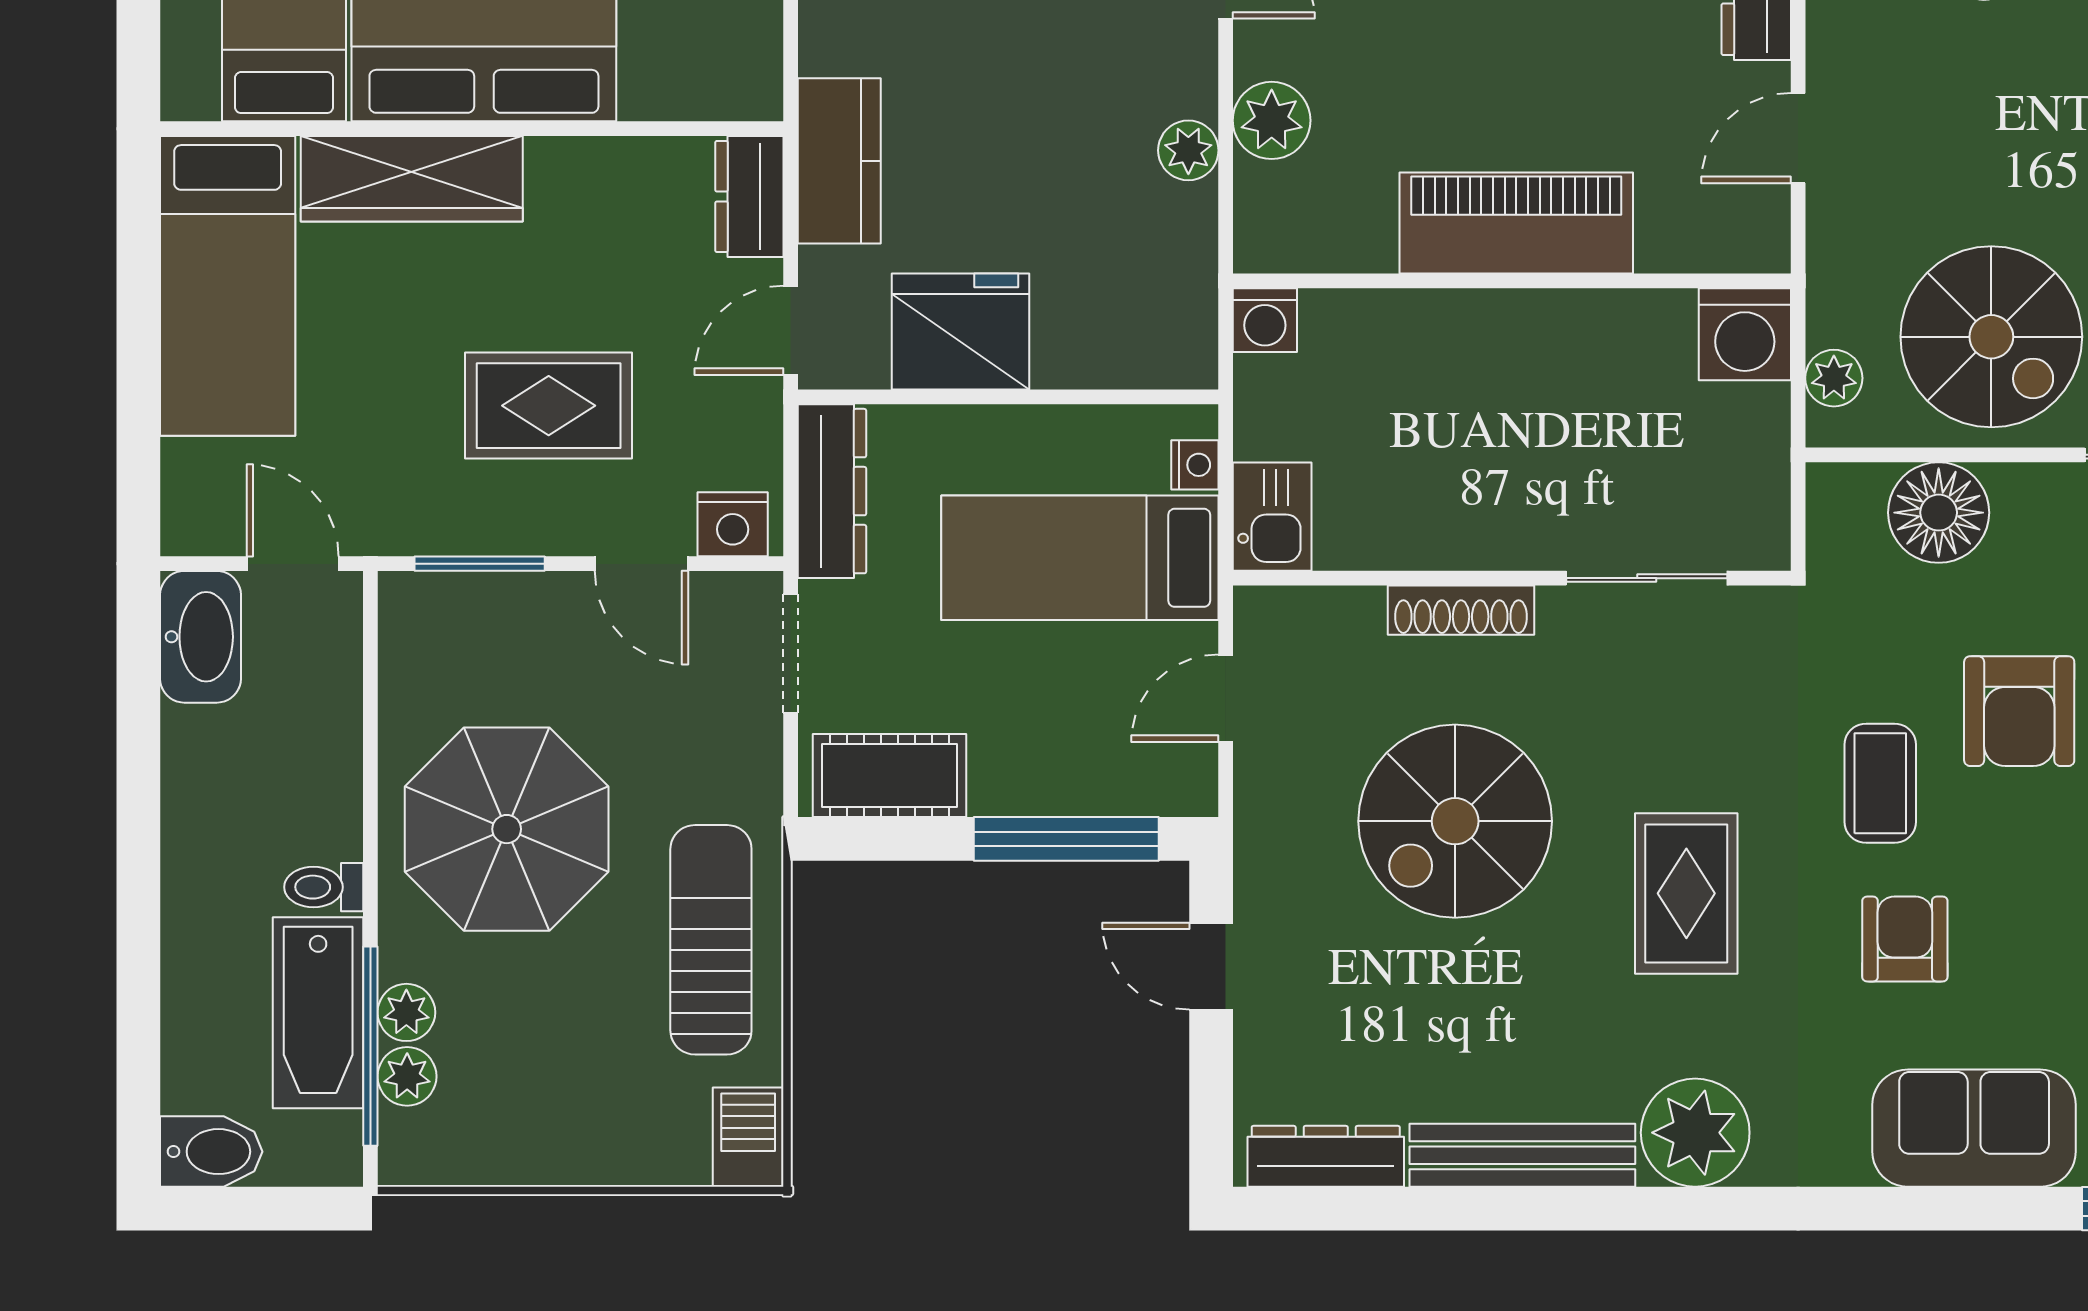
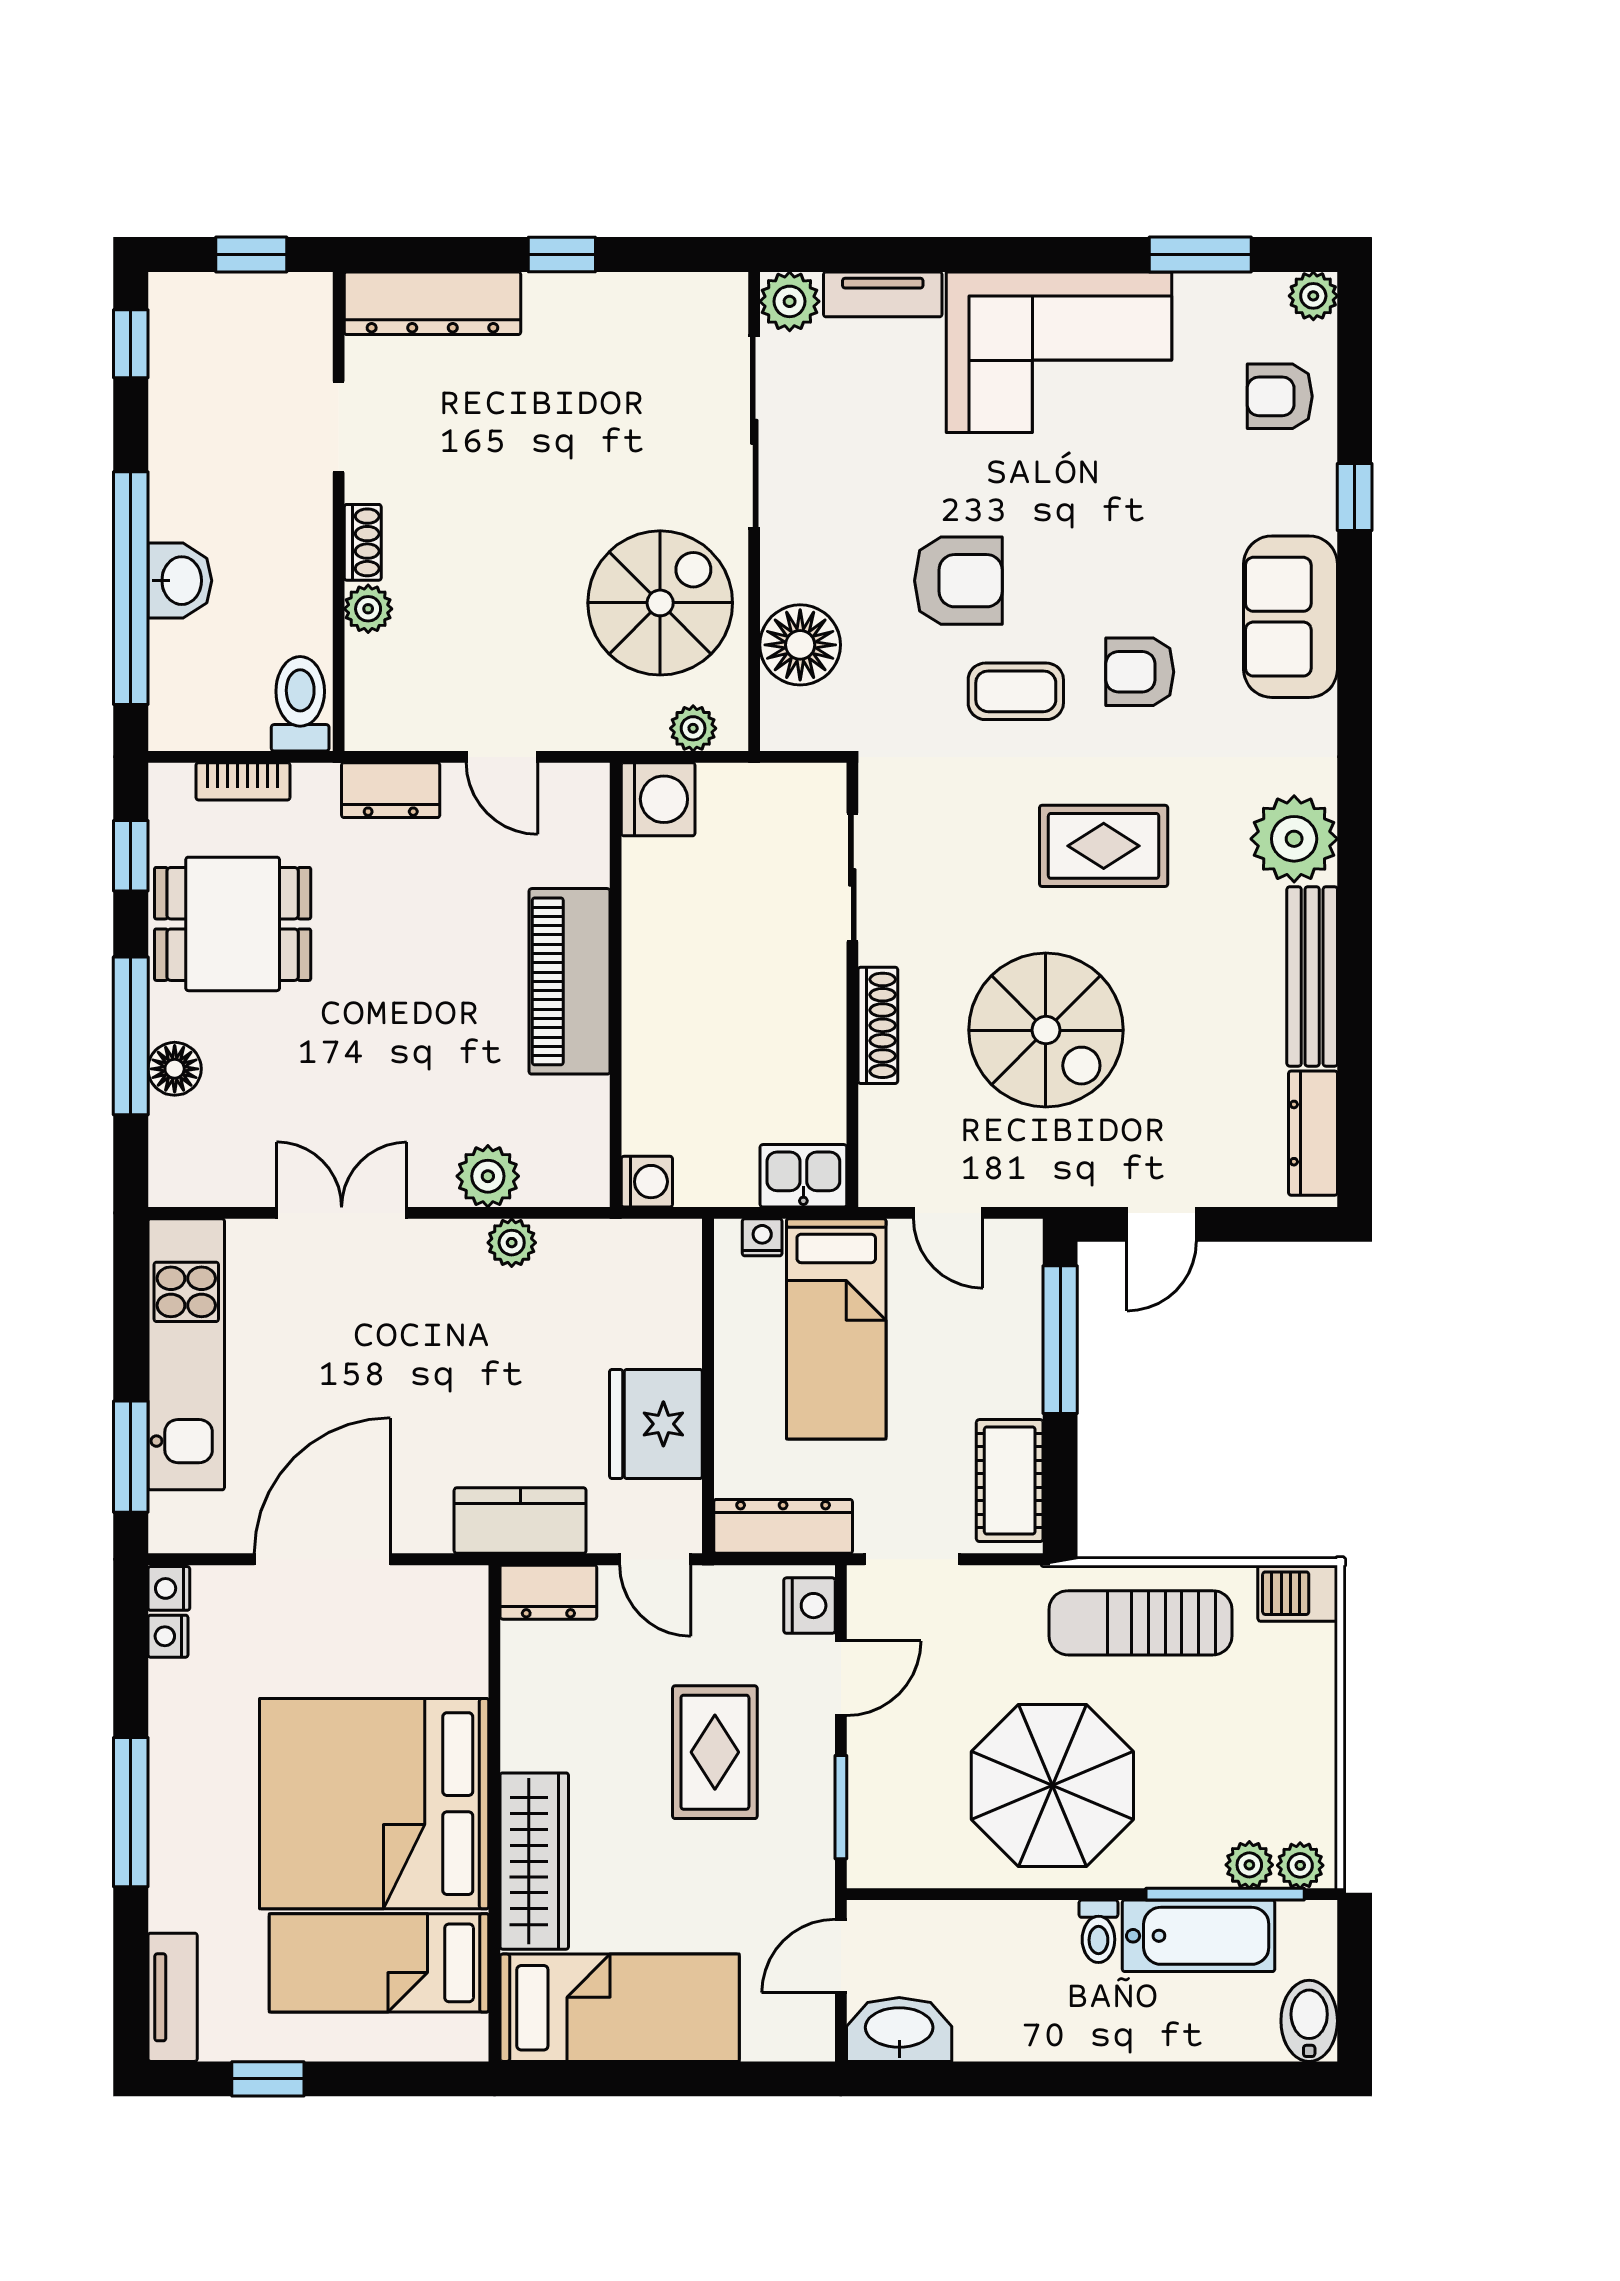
plant: (406, 1012) -> (1300, 1865), moved

